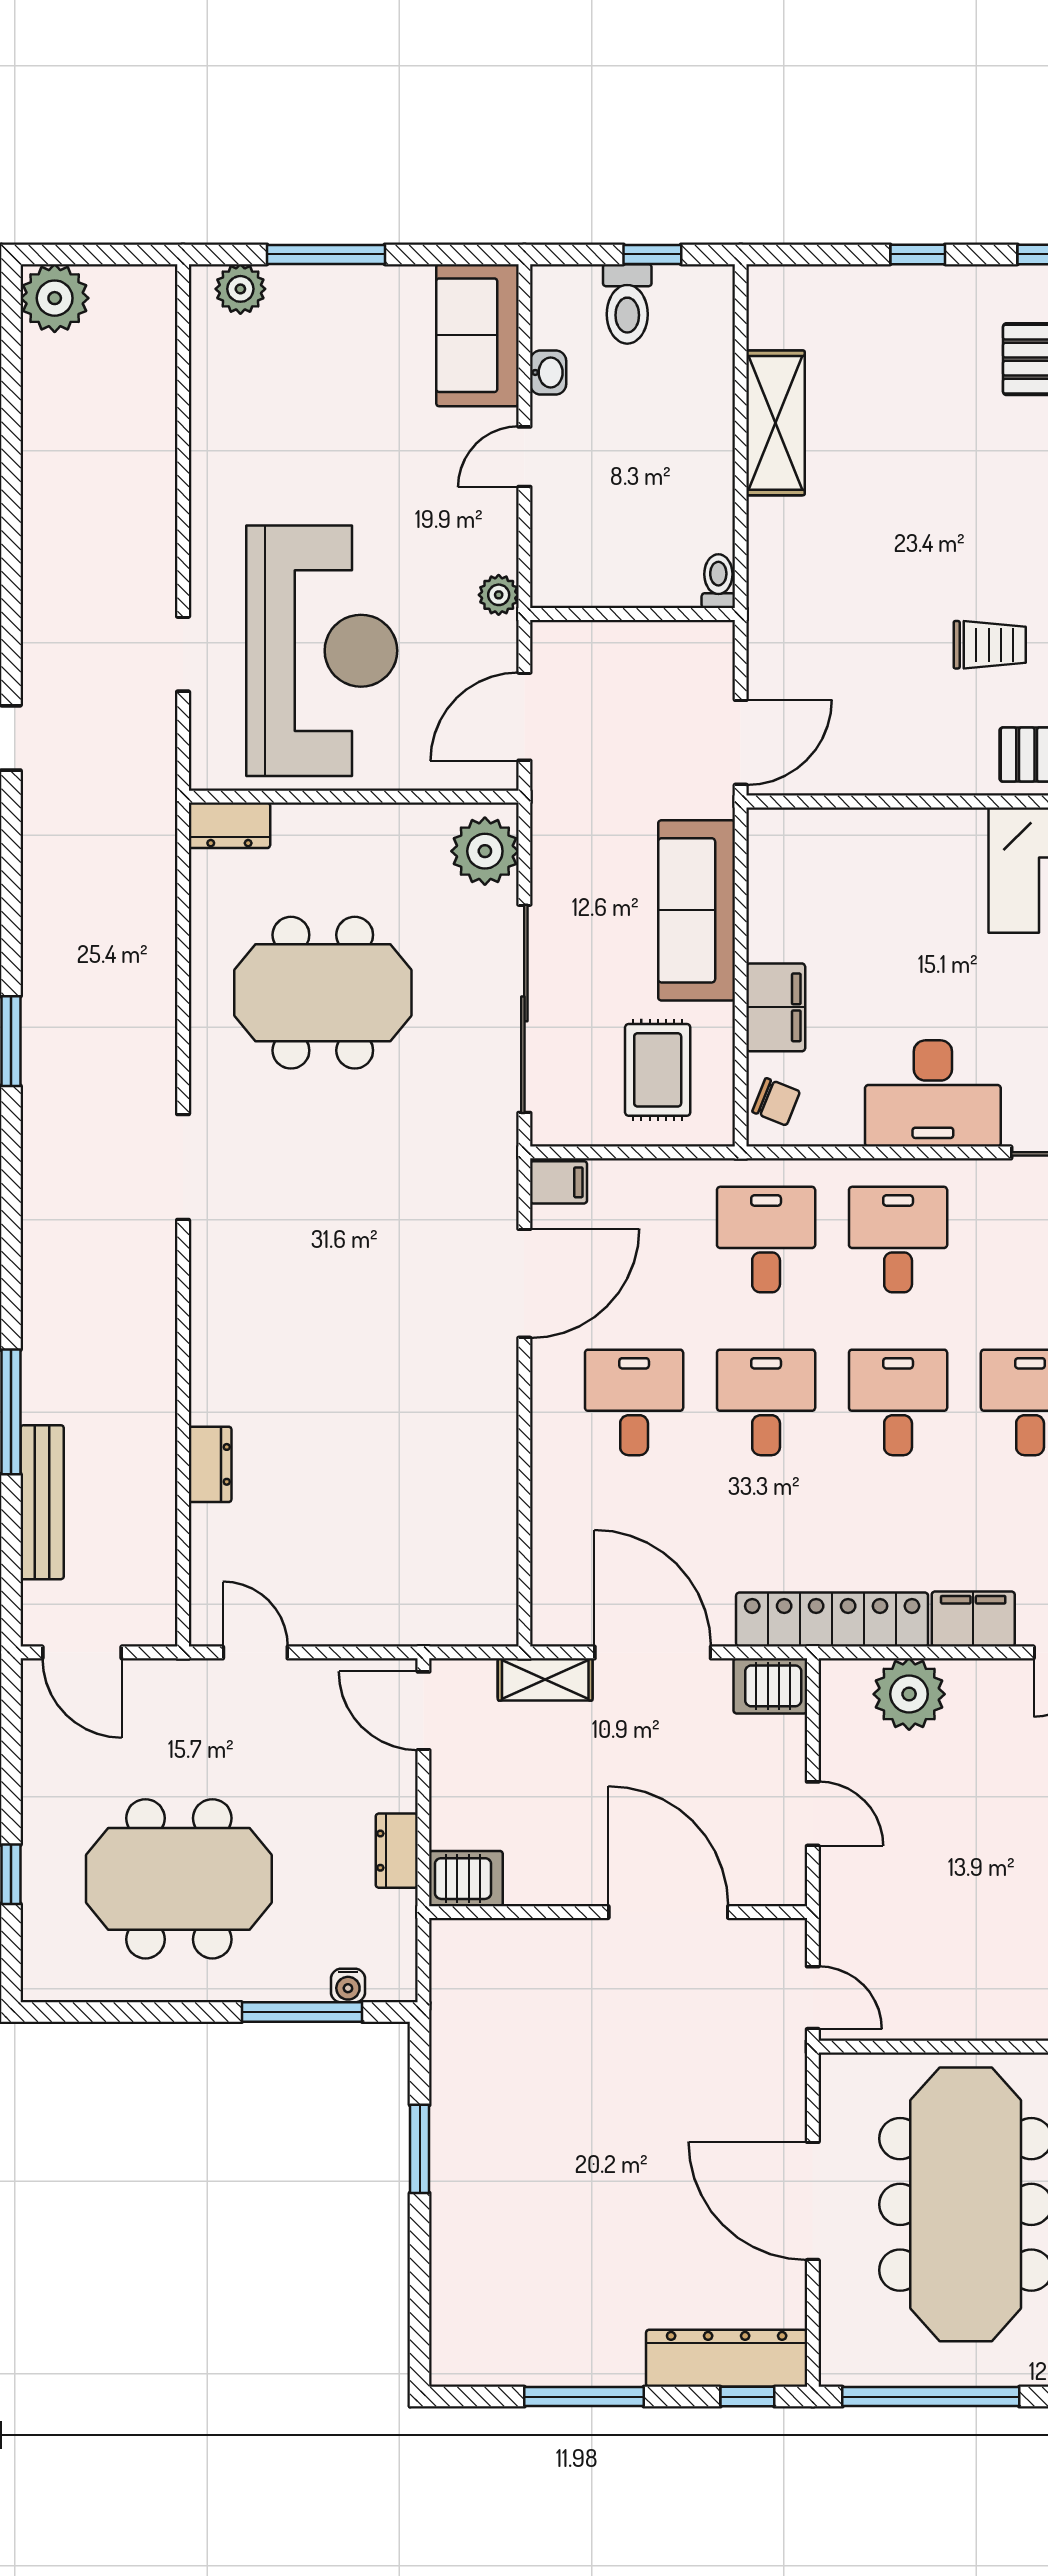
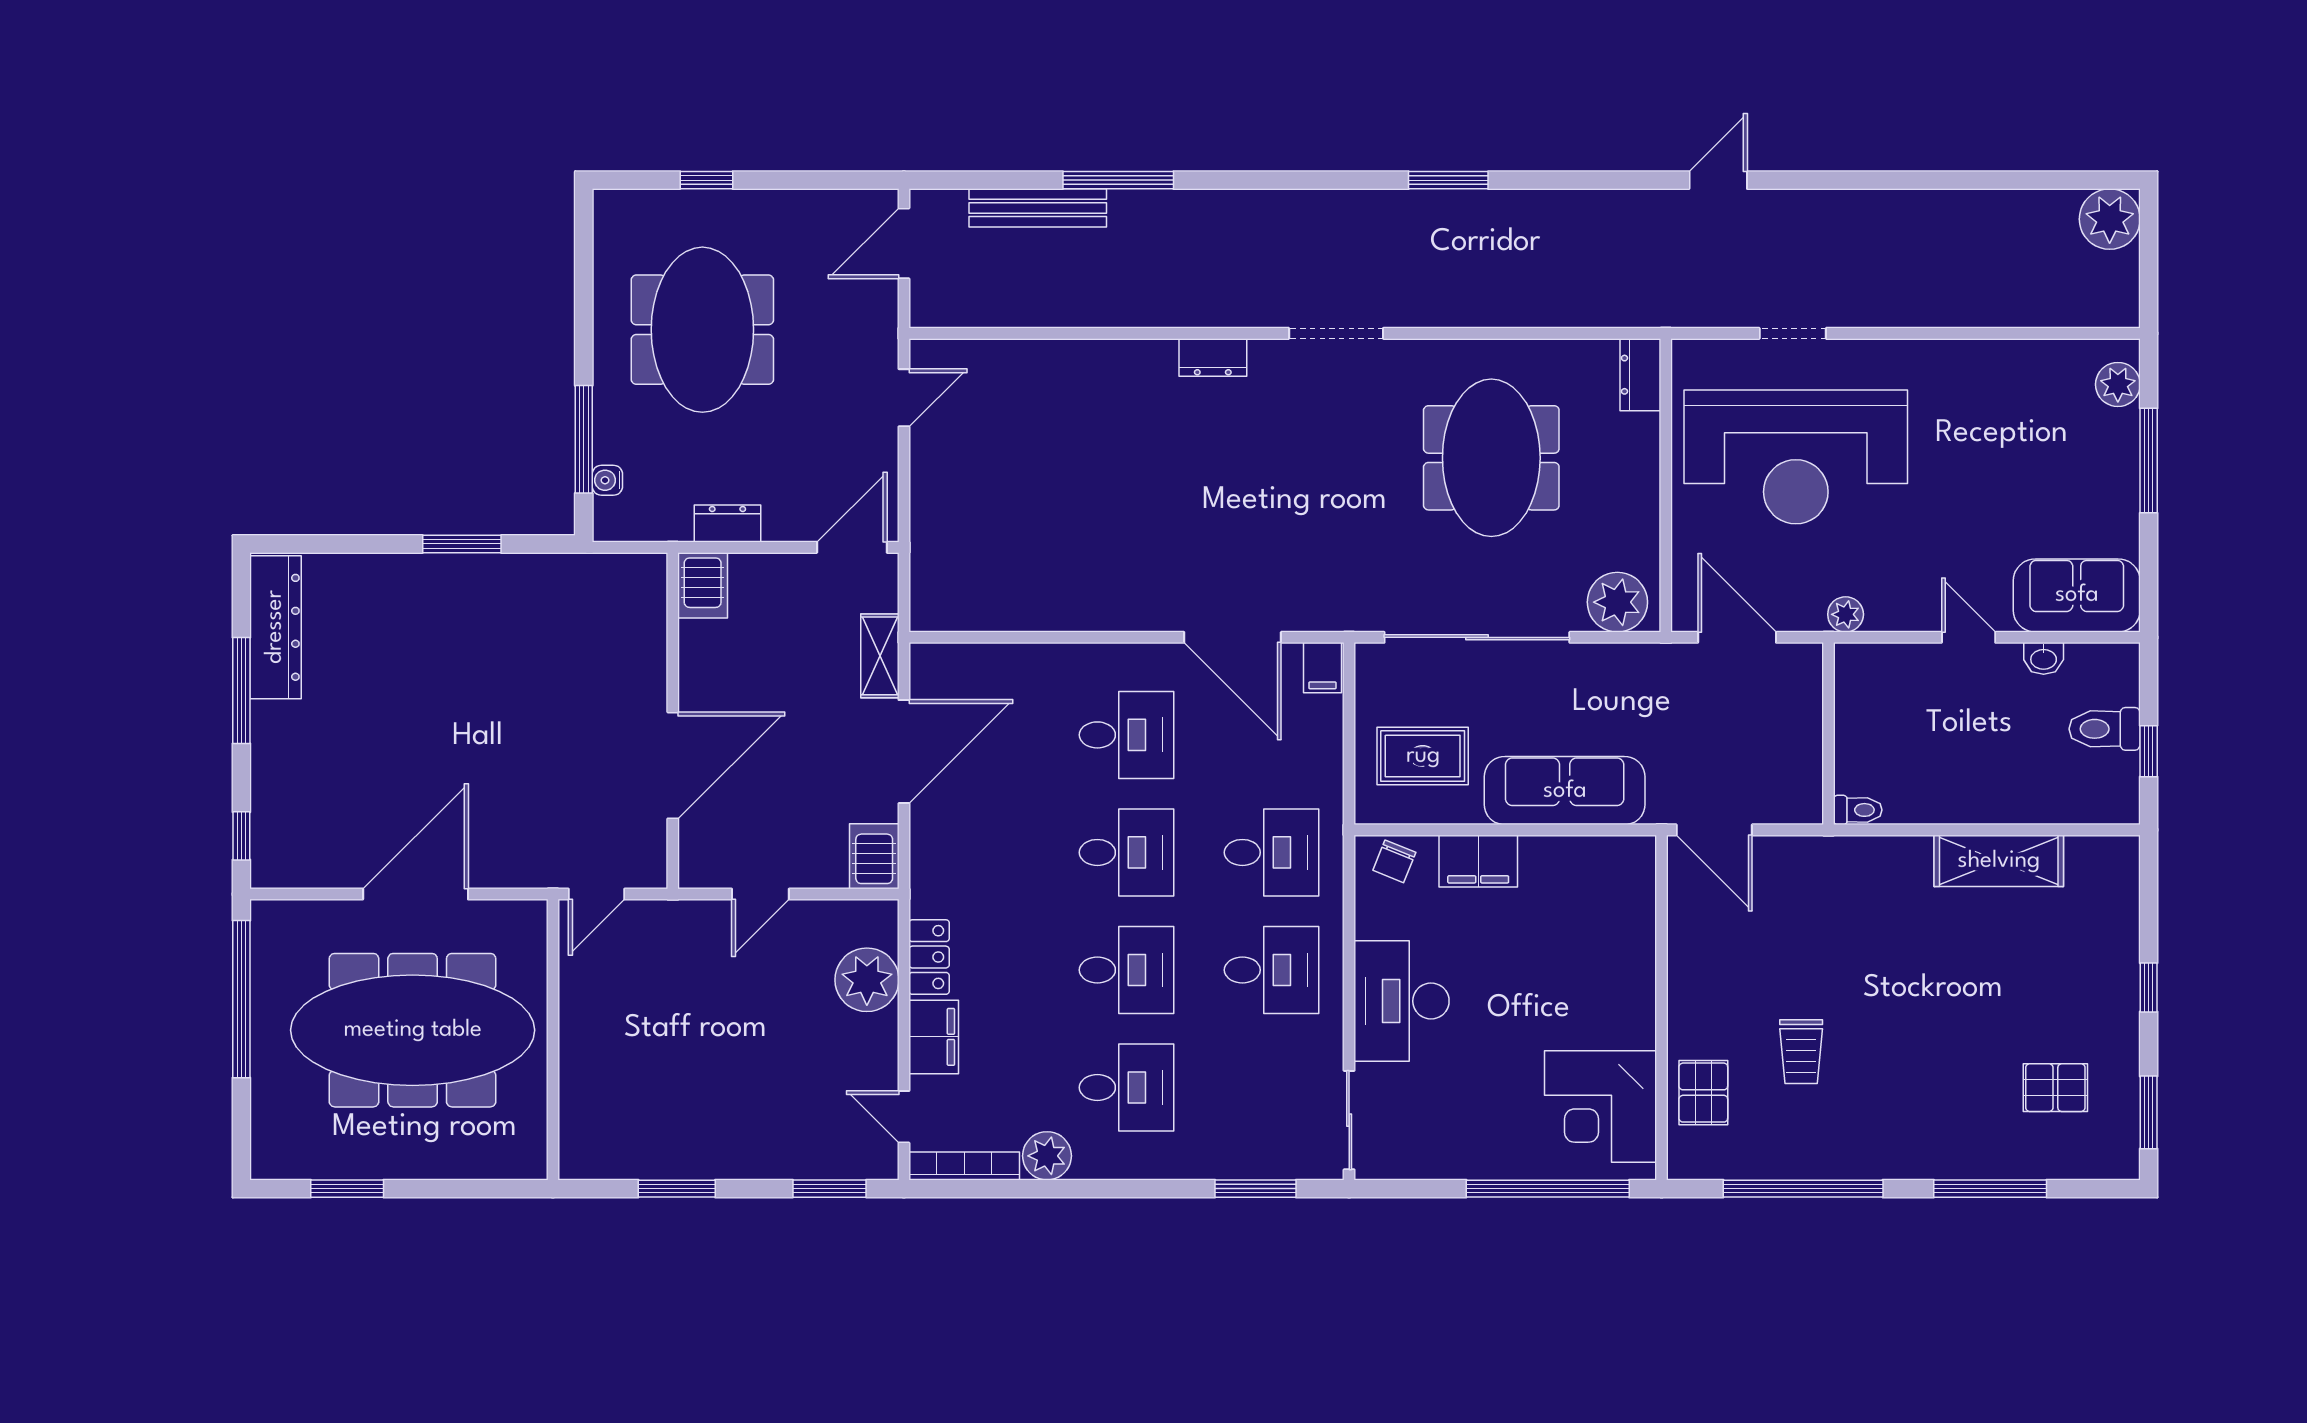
dresser: (210, 1464) -> (1213, 357), moved
locker: (832, 1620) -> (929, 957), width x0.46, depth x0.83
dresser: (727, 2358) -> (275, 627), moved

